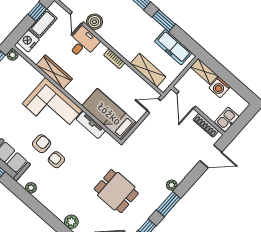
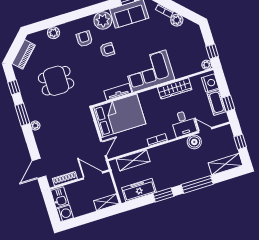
washing machine: (220, 87) -> (65, 213), moved, turned 90
bed: (109, 114) -> (119, 116), width x1.50
armchair: (42, 144) -> (84, 39), moved, turned 180
plant: (31, 188) -> (103, 20), width x1.88, depth x1.88

